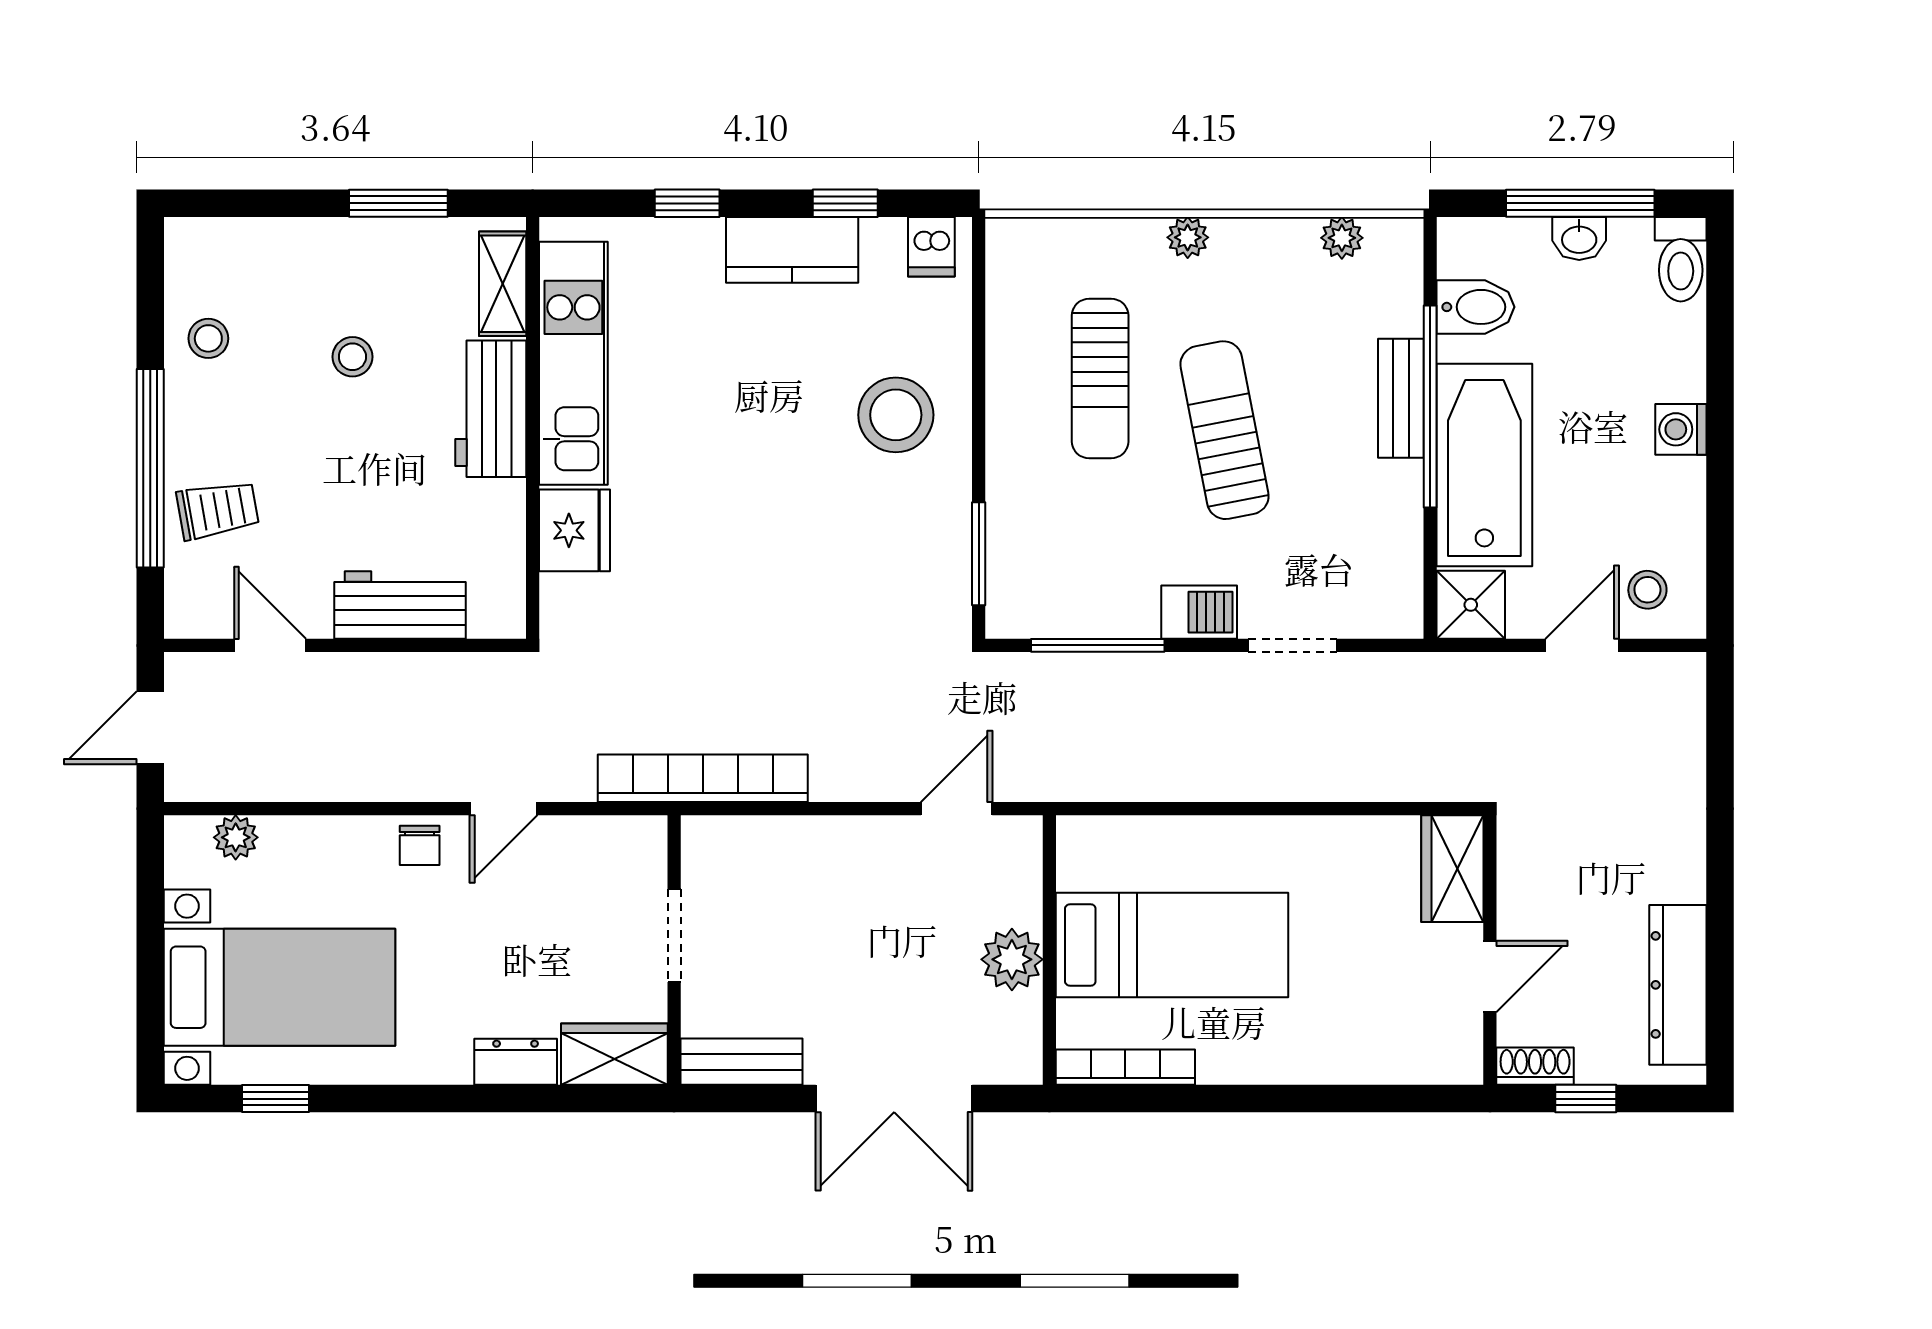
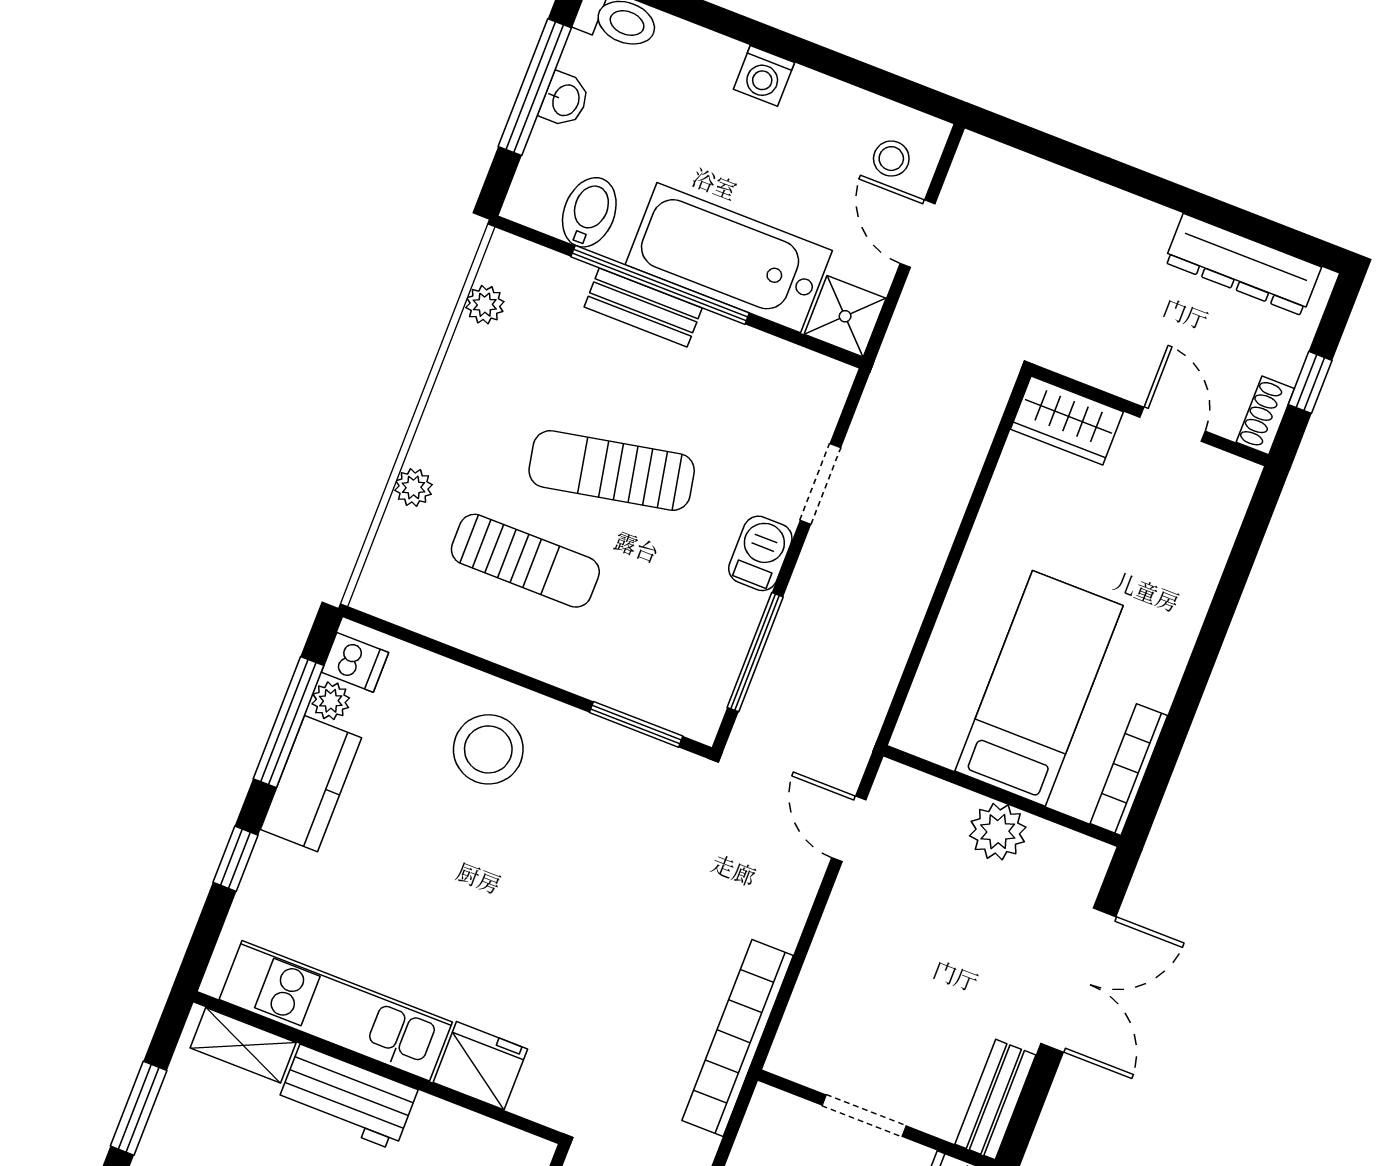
window: (845, 203) -> (288, 722), width x2.17
plant: (883, 237) -> (331, 701), added
plant: (1188, 237) -> (413, 487), moved

